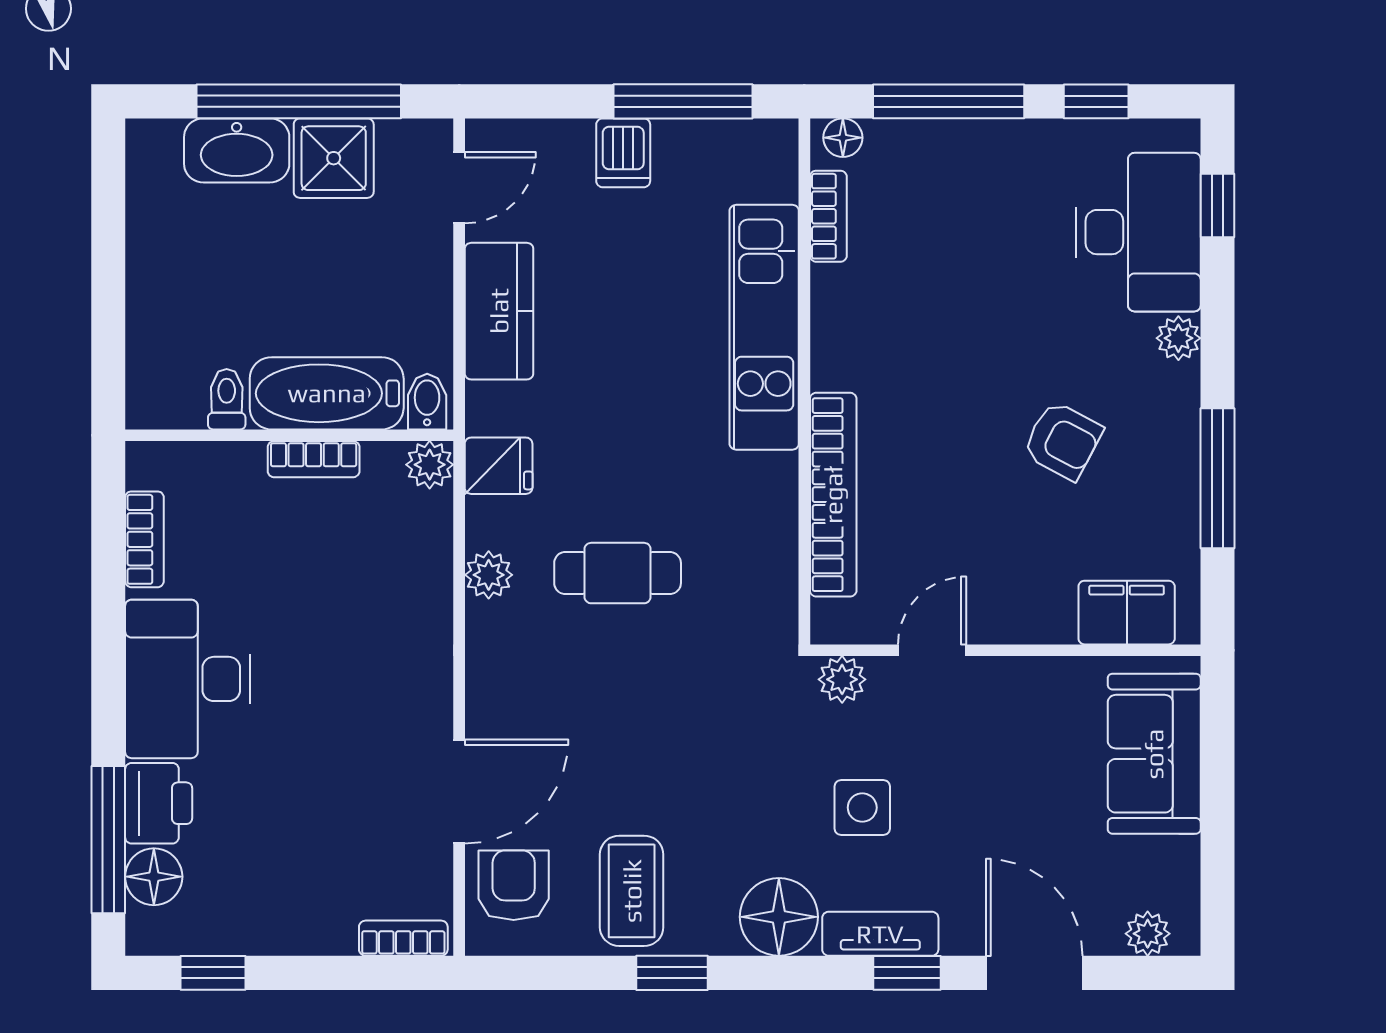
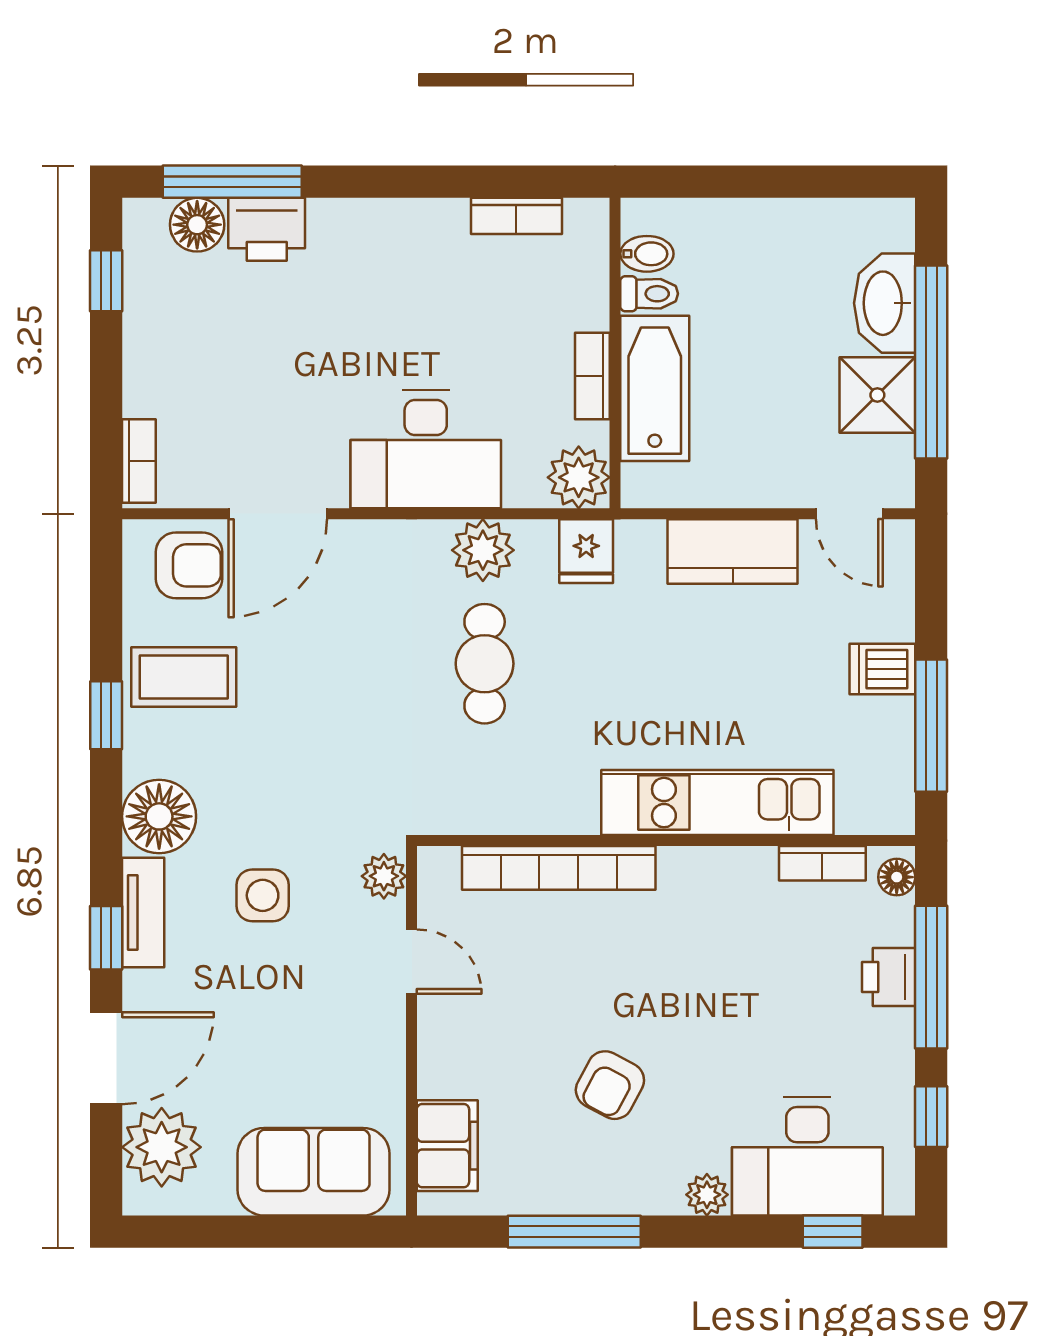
printer: (949, 146) -> (889, 977), added
bidet: (427, 402) -> (647, 254), moved
plant: (430, 465) -> (579, 477), width x1.38, depth x1.38
plant: (489, 575) -> (483, 550), width x1.38, depth x1.38
desk: (188, 679) -> (426, 449), moved, turned 180
door: (459, 791) -> (278, 514), hinge flipped
plant: (1148, 934) -> (162, 1147), width x1.88, depth x1.88

